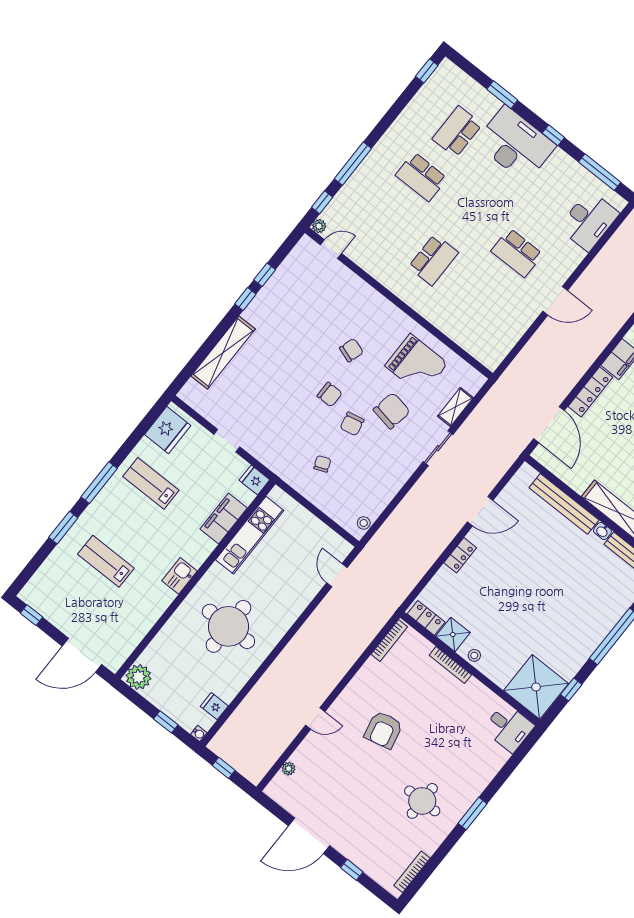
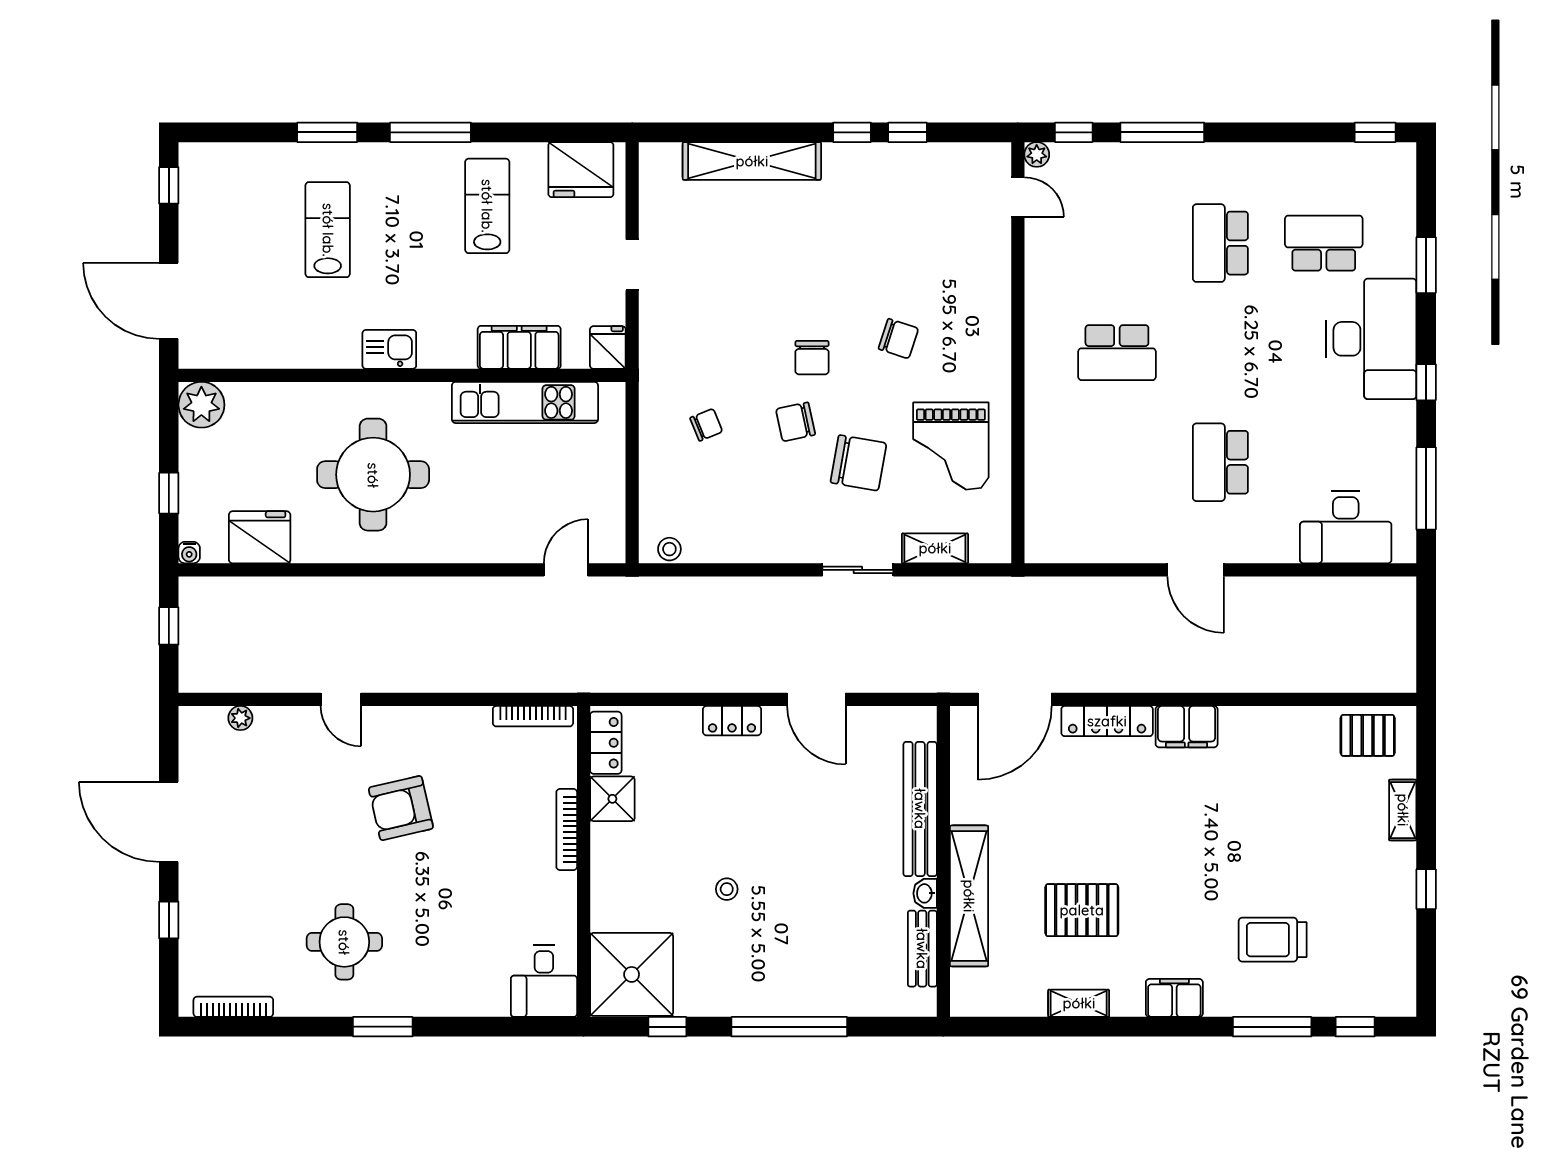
stool: (474, 655) -> (727, 889), moved
fridge: (214, 706) -> (260, 537), width x1.88, depth x1.34

